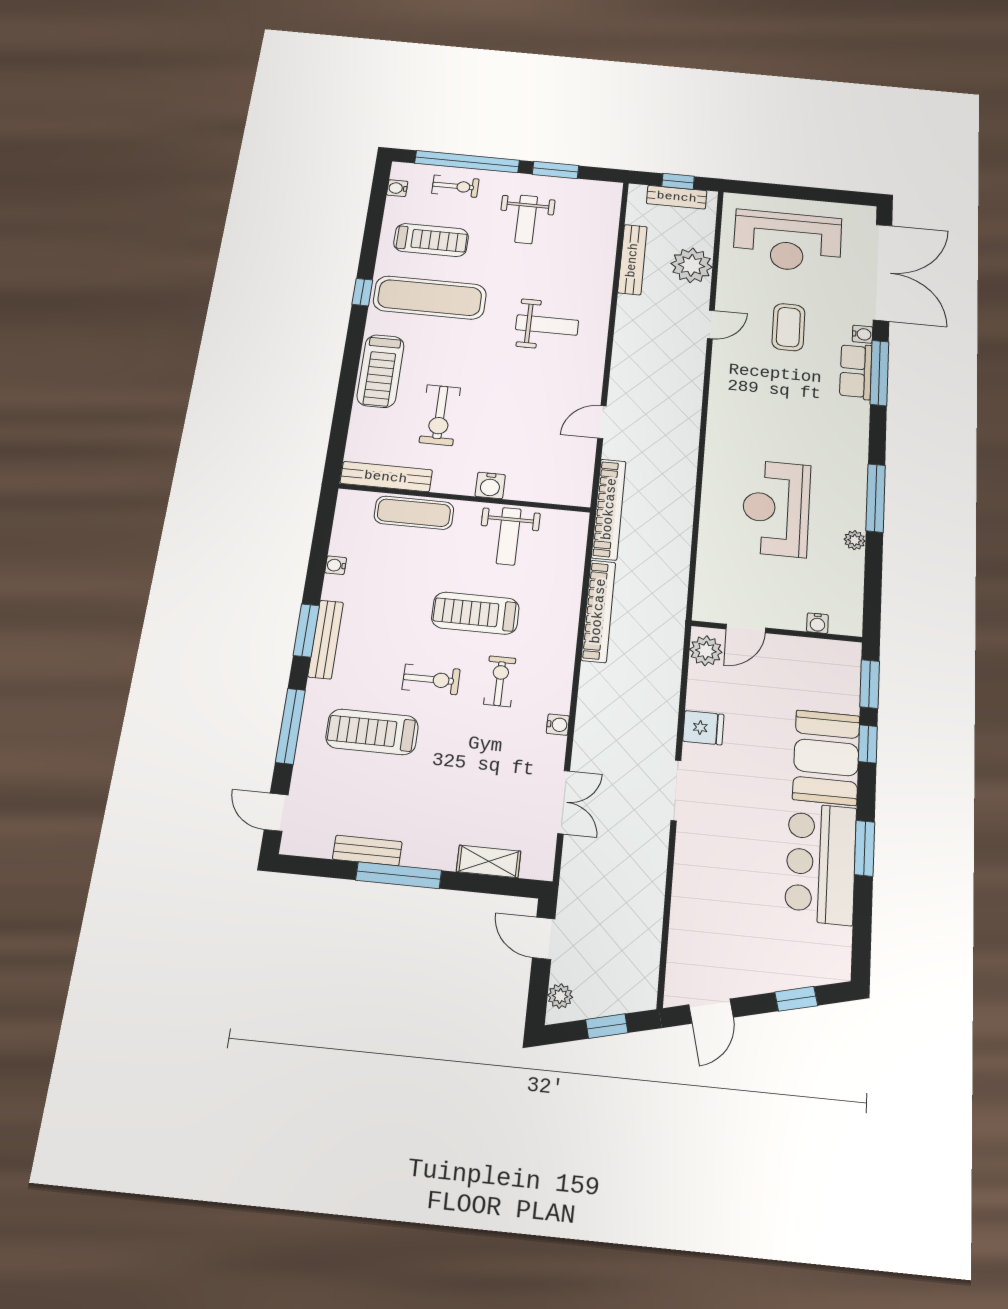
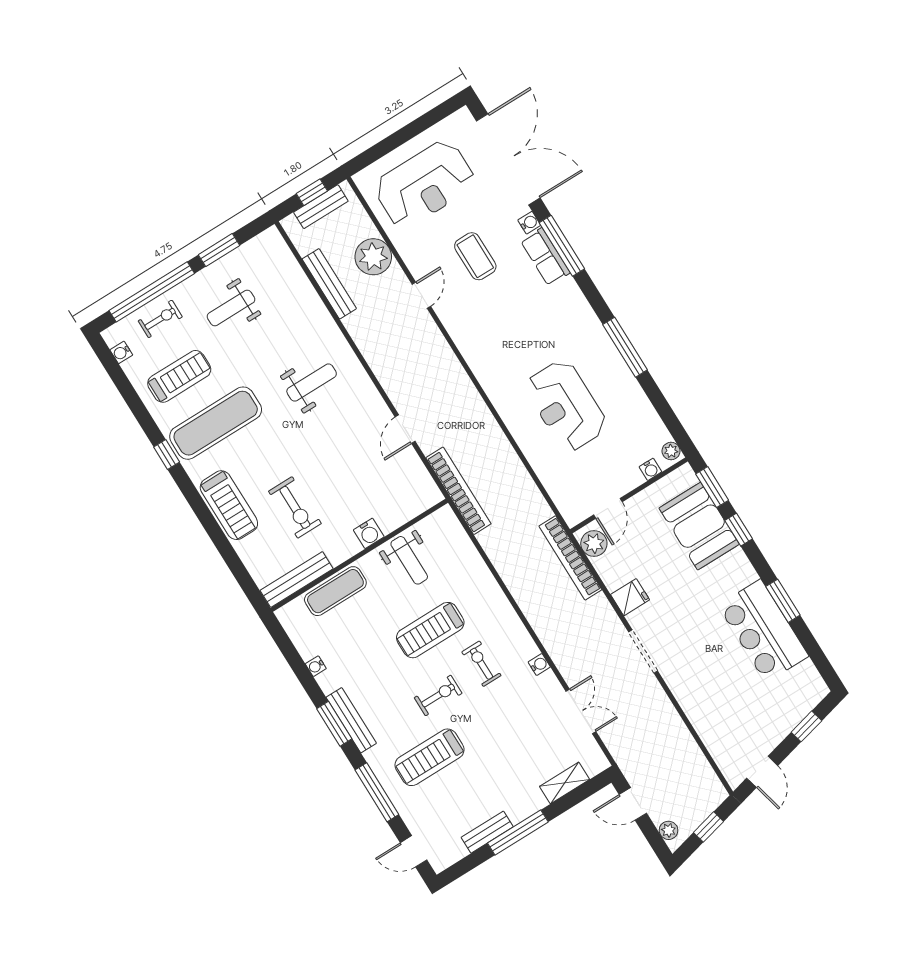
weight bench: (526, 219) -> (231, 308), turned 90
plant: (855, 540) -> (671, 451), moved
bookcase: (598, 611) -> (570, 558), moved, turned 180
booth: (826, 757) -> (699, 526), moved

